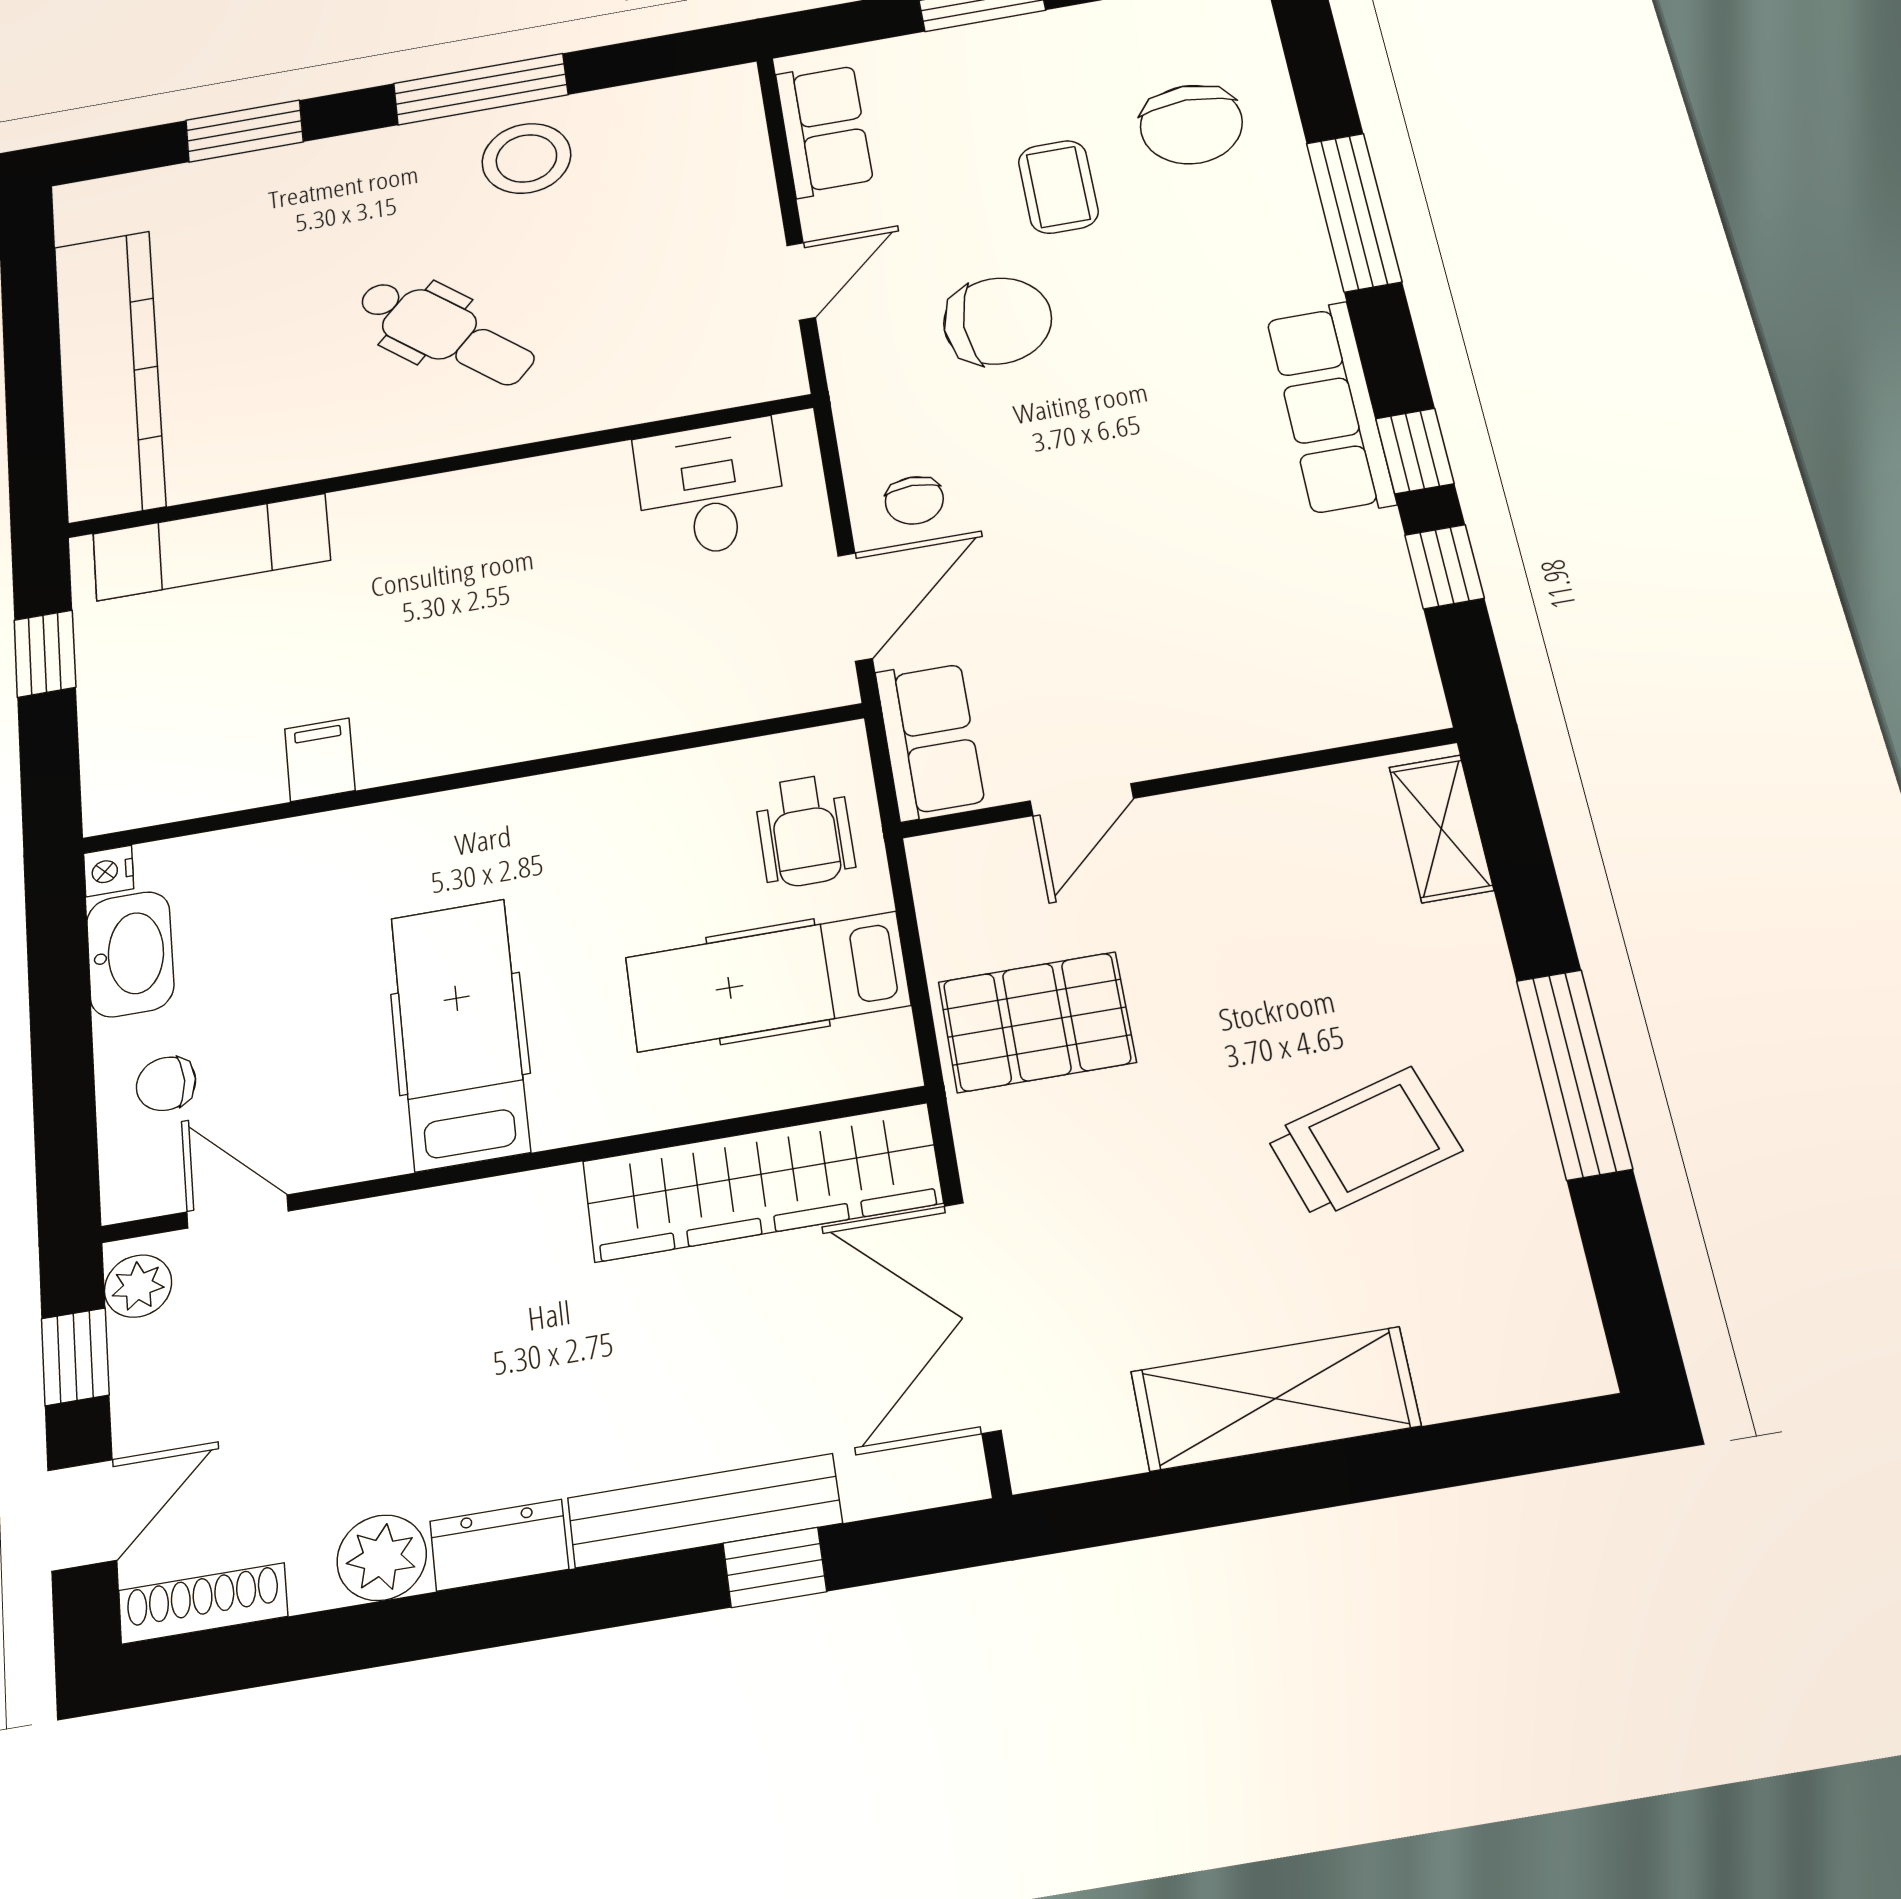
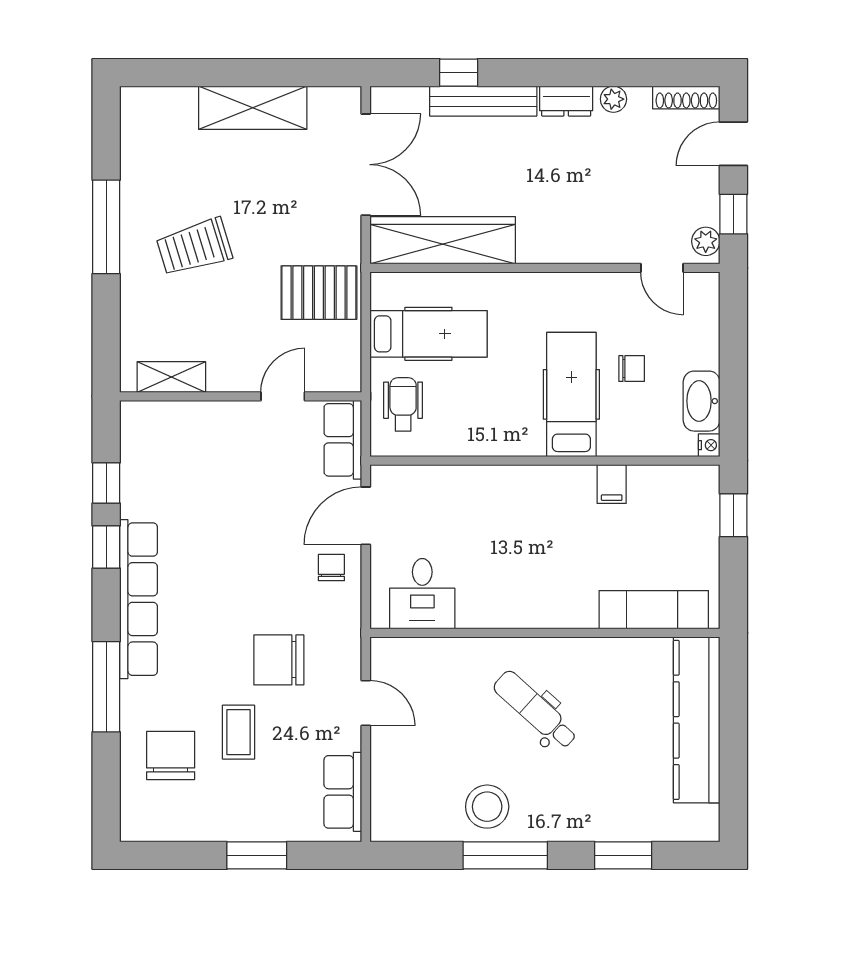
door: (801, 281) -> (366, 703), swing flipped
row of seats: (1330, 409) -> (139, 599), width x1.36
window: (45, 654) -> (733, 515), moved
shelving: (1441, 828) -> (171, 377), moved, turned 90
hospital bed: (460, 1034) -> (571, 394), moved, turned 180
chair: (166, 1084) -> (632, 369), moved
trolley: (1364, 1143) -> (194, 247), moved
plant: (382, 1558) -> (613, 99), width x0.73, depth x0.73

